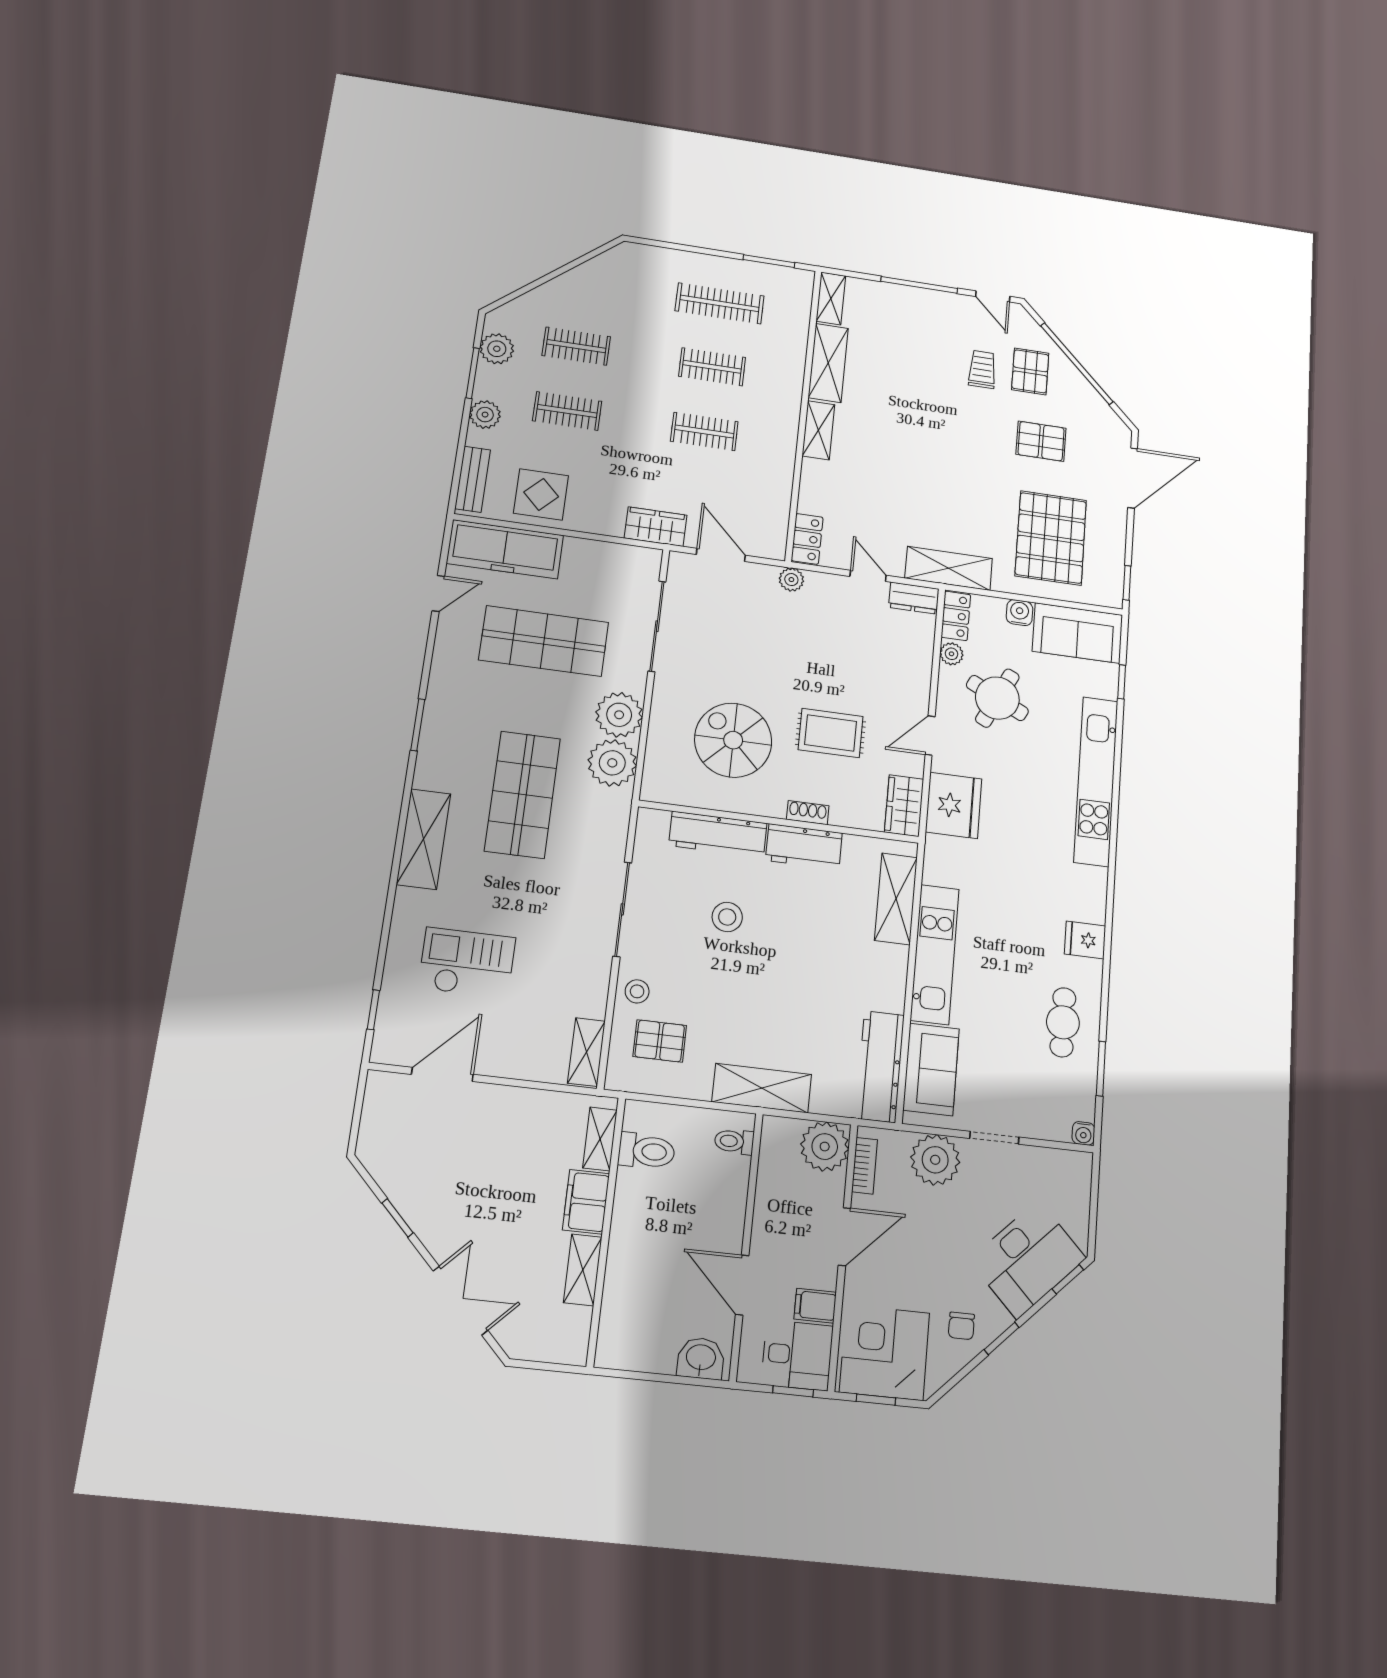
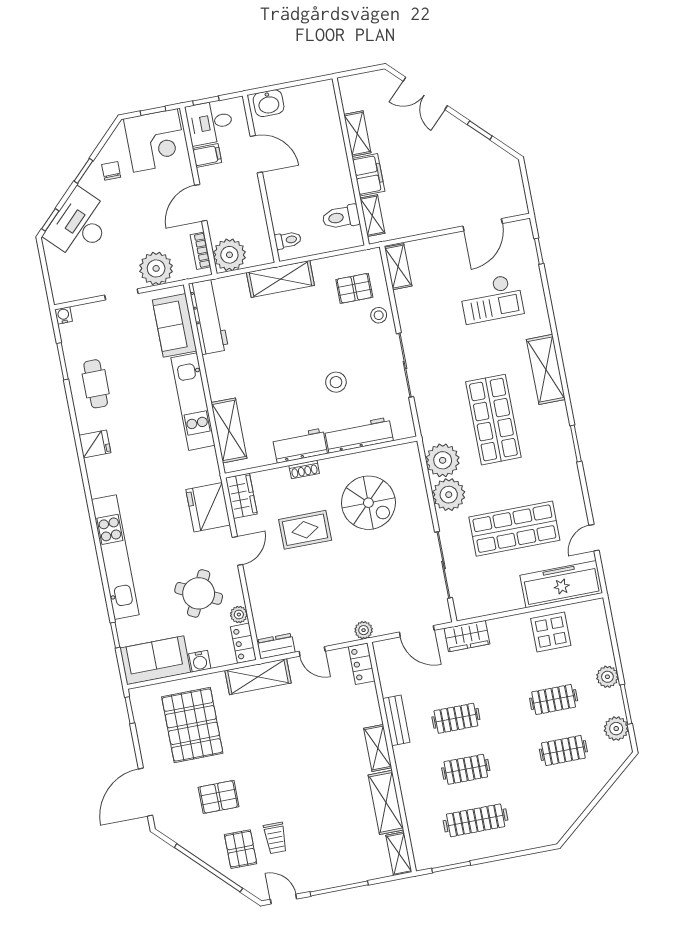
bench: (473, 479) -> (396, 720), moved

